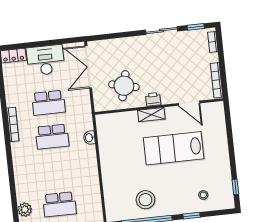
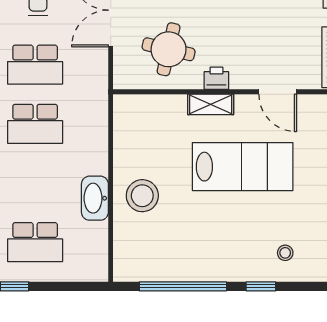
washbasin: (89, 138) -> (95, 198), moved, width x1.91, depth x1.45
lab bench: (174, 148) -> (243, 167), turned 180
stool: (145, 200) -> (142, 196), moved

